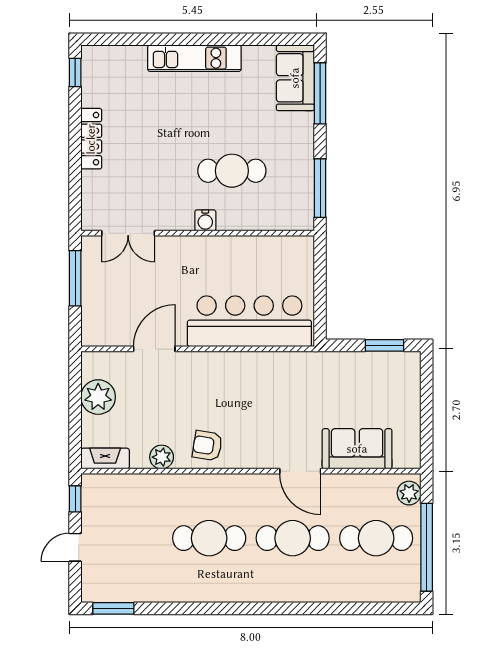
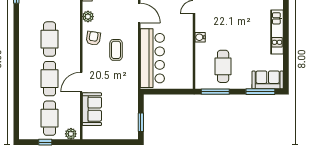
cafe table: (232, 171) -> (223, 66), moved
coffee table: (232, 398) -> (116, 50), added
window: (427, 547) -> (45, 142), width x0.32

